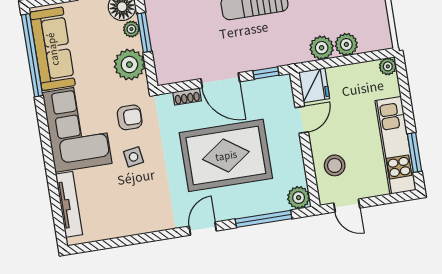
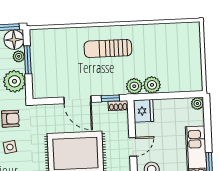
plant: (346, 44) -> (134, 86), moved
shoe rack: (187, 97) -> (118, 106), moved
door: (302, 120) -> (133, 147), moved

